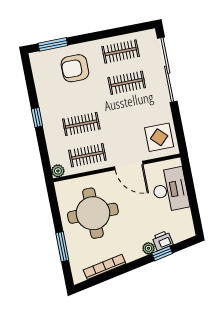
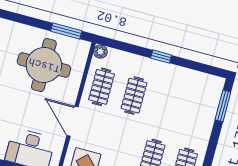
armchair: (75, 68) -> (190, 116), removed
door: (129, 165) -> (73, 121), hinge flipped
window: (62, 247) -> (66, 31), moved

